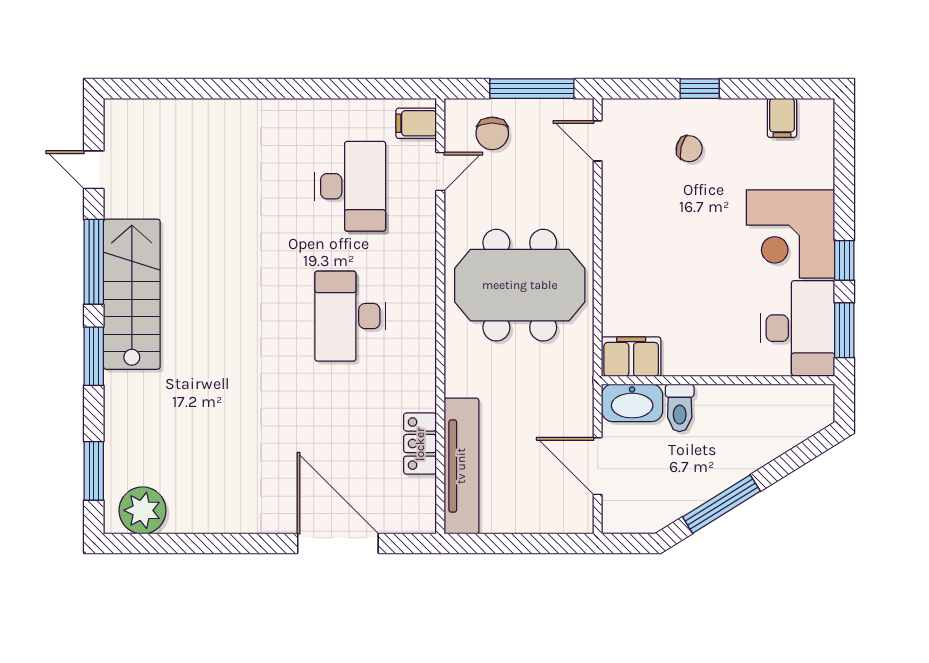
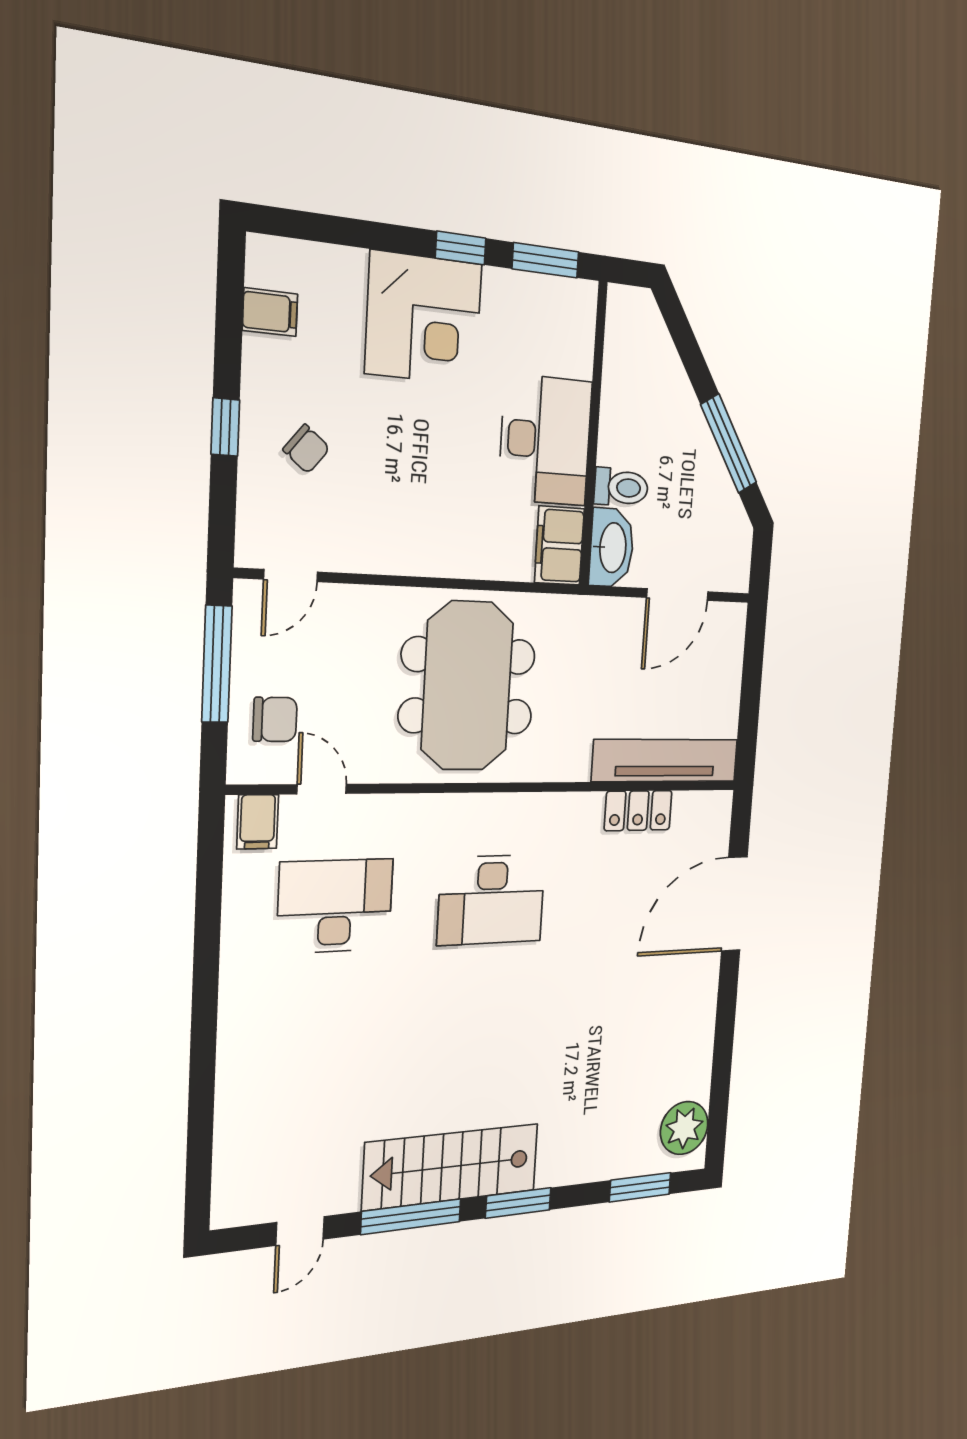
chair: (689, 149) -> (306, 449), turned 115
desk: (797, 328) -> (545, 440), moved, turned 90

